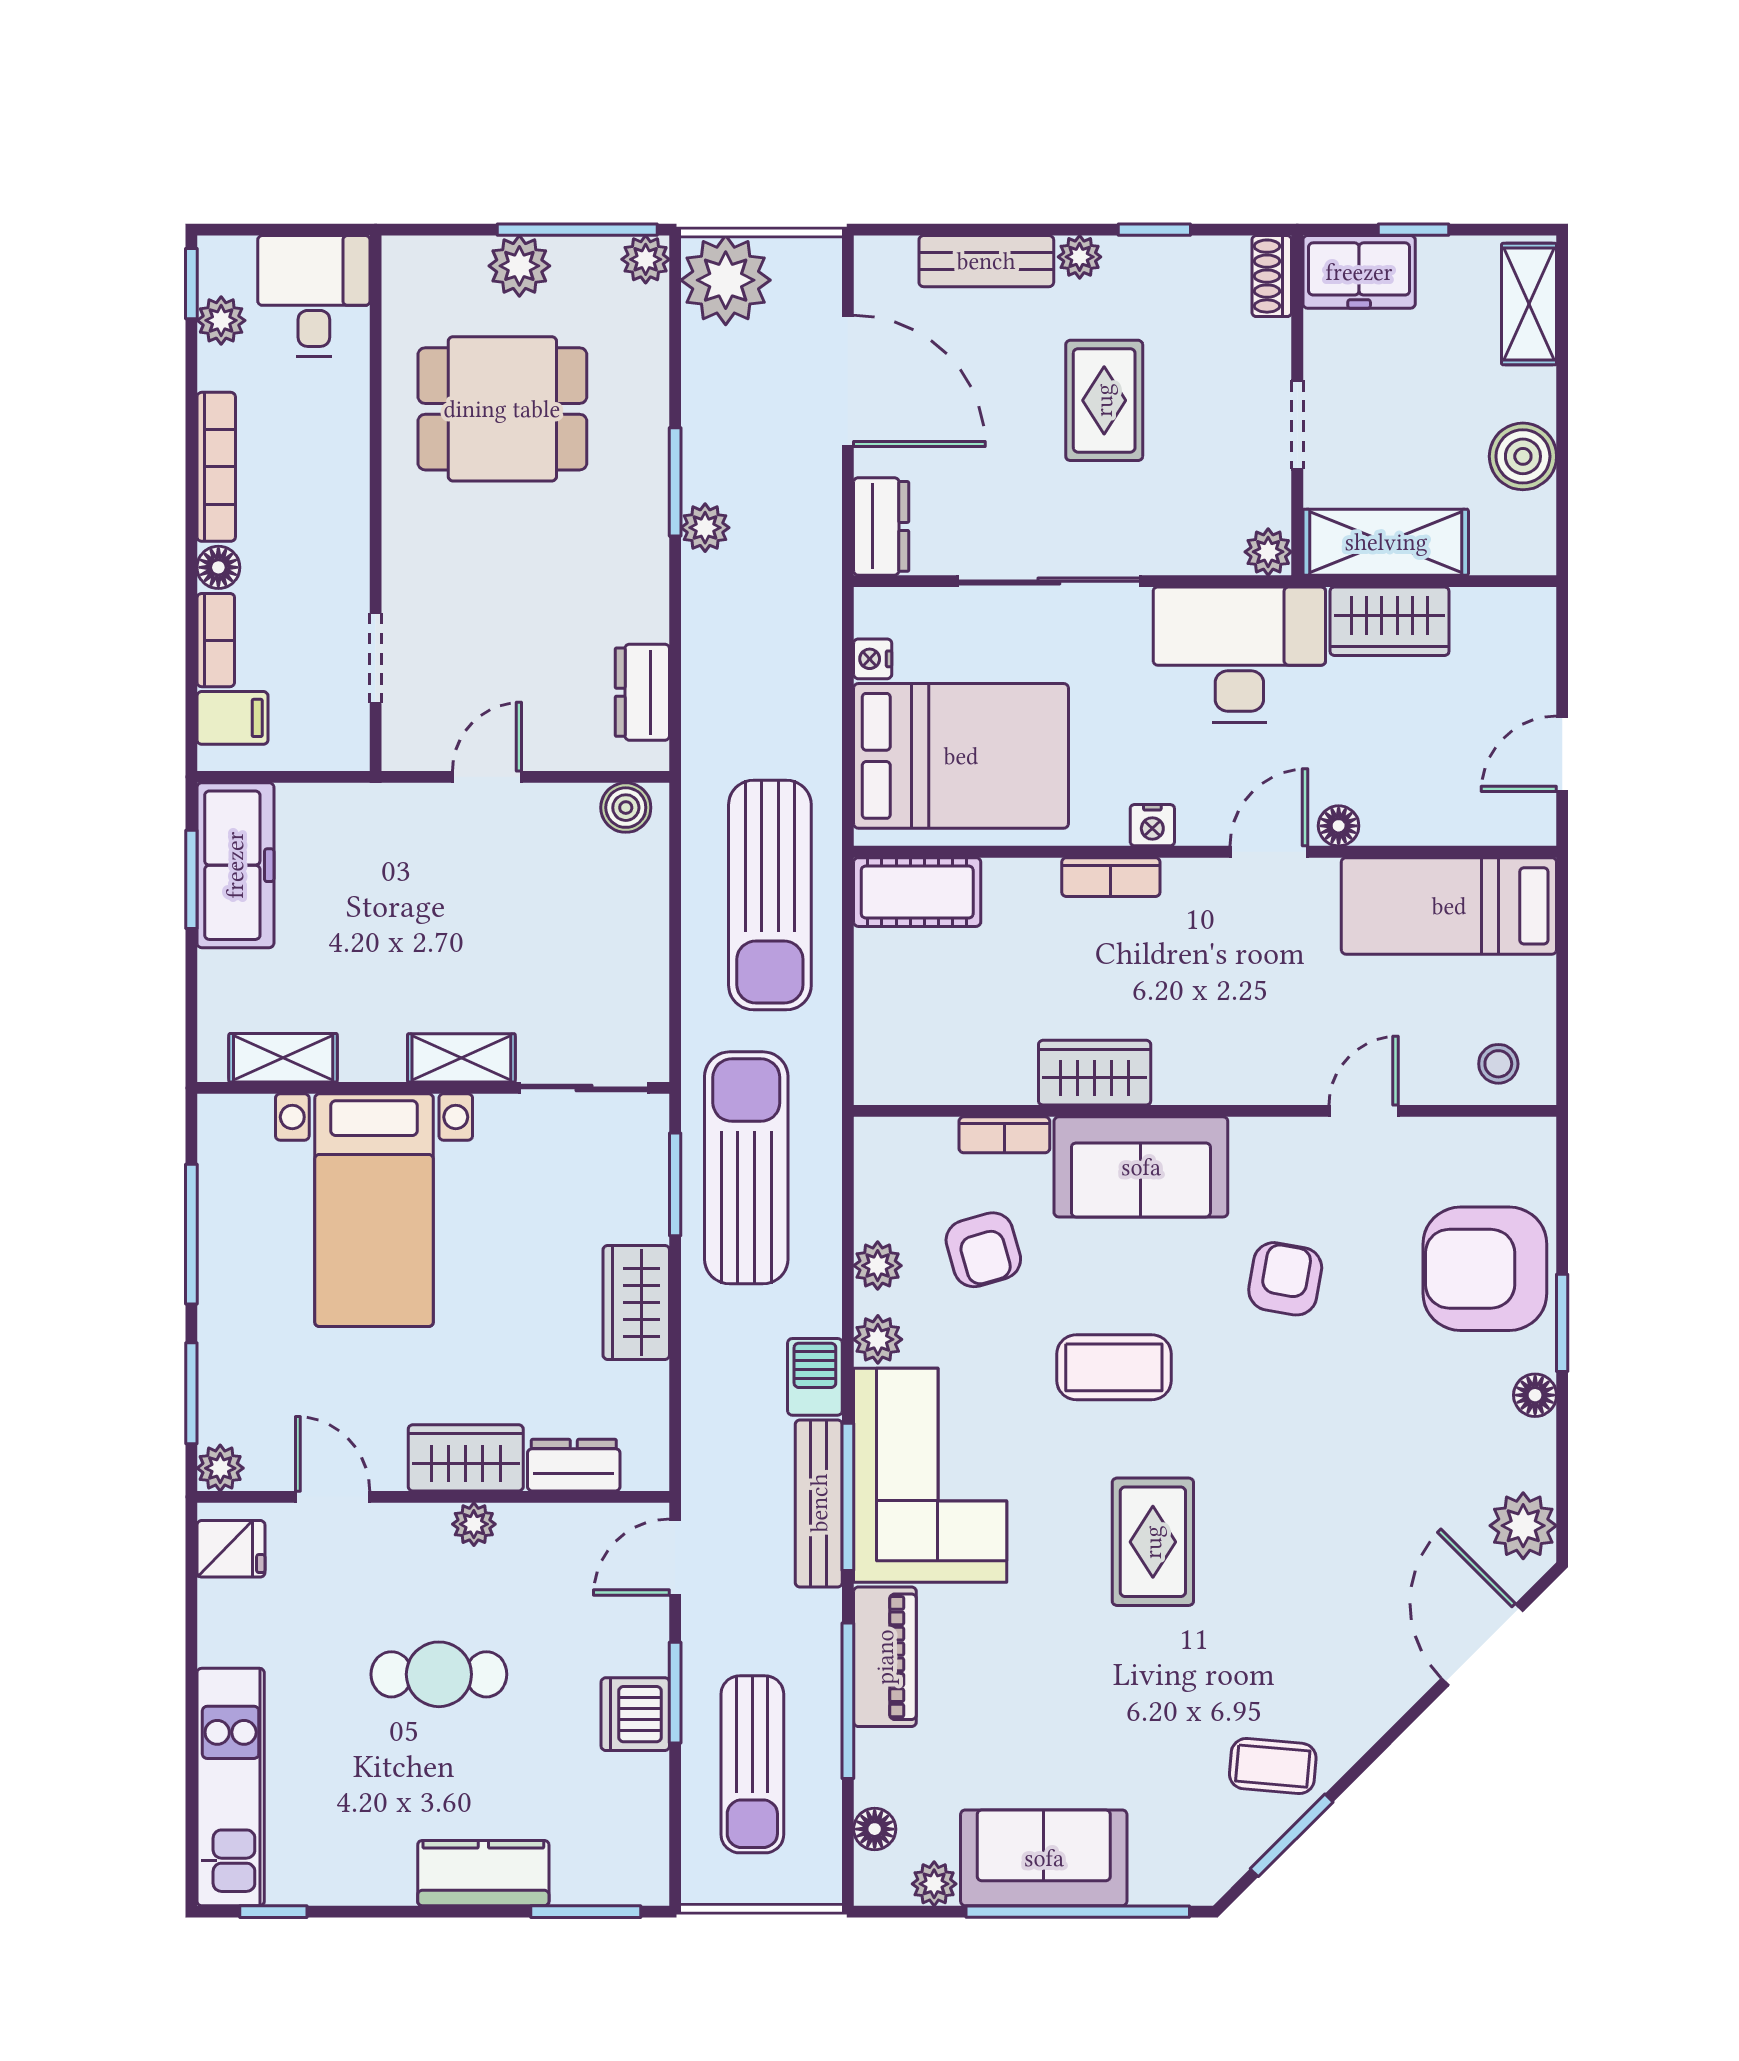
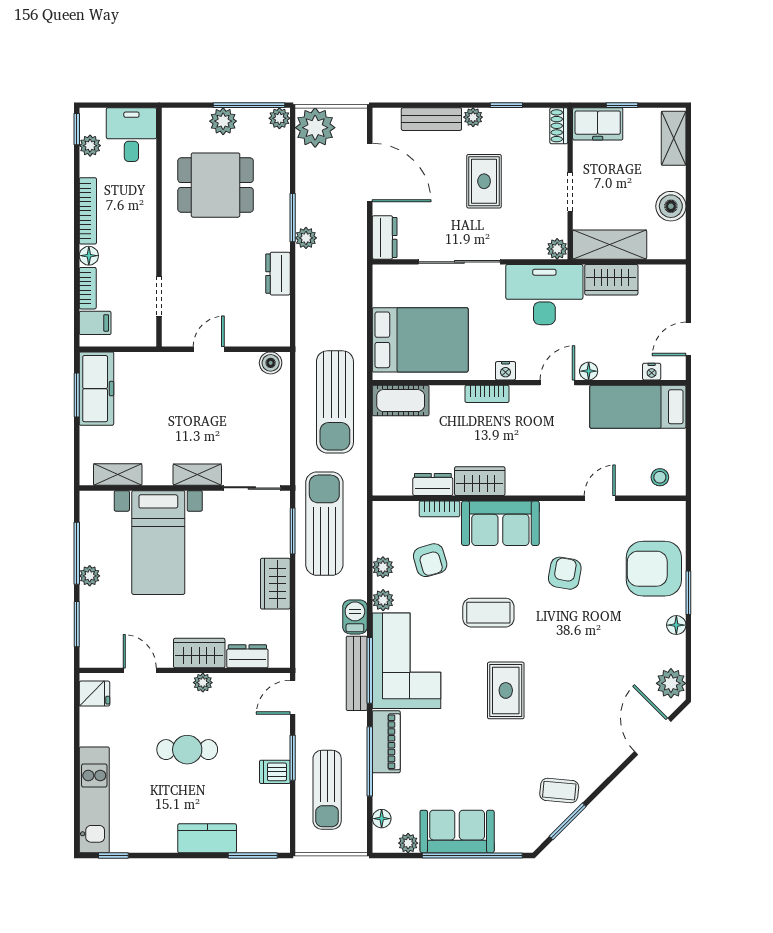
nightstand: (873, 659) -> (652, 372), moved, turned -90
dresser: (642, 692) -> (278, 274), moved
dresser: (989, 1080) -> (433, 485), added
plant: (220, 1468) -> (90, 576), moved
dishwasher: (635, 1714) -> (275, 772), width x0.73

